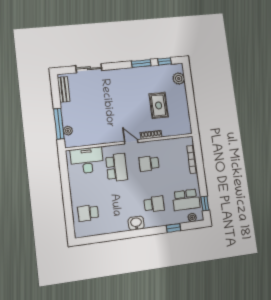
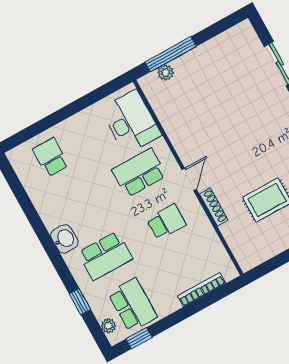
bench: (64, 89) -> (228, 38), removed
school desk: (149, 163) -> (166, 222), turned 90
school desk: (117, 167) -> (139, 173), turned 180
school desk: (186, 200) -> (133, 305), turned 180
school desk: (154, 204) -> (105, 256), width x1.85

